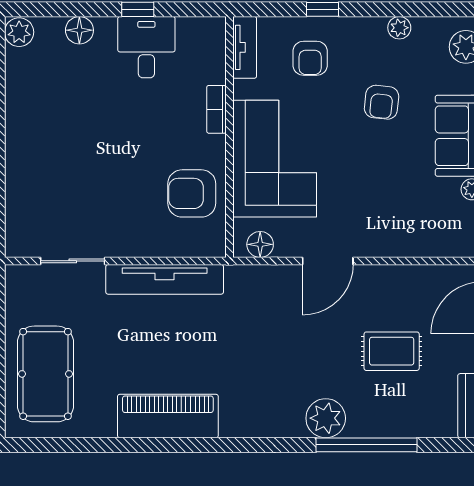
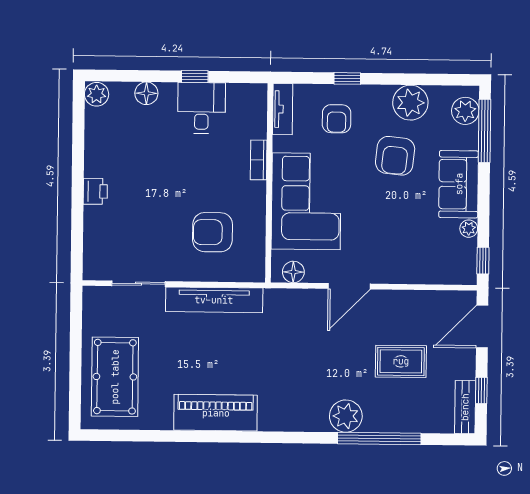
plant: (399, 28) -> (410, 103), width x1.88, depth x1.88
armchair: (382, 102) -> (395, 156), width x1.38, depth x1.38
printer: (19, 150) -> (95, 191), added
armchair: (192, 193) -> (213, 232), moved

